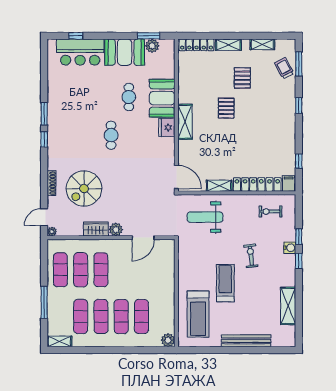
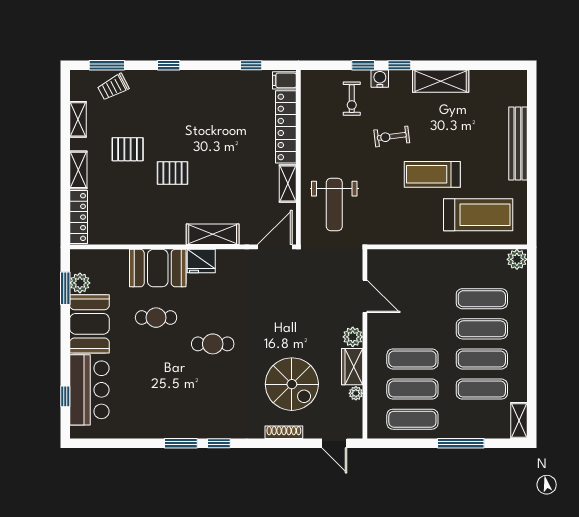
shelving: (185, 122) -> (213, 234), moved
exercise bike: (270, 212) -> (352, 99), moved
plant: (52, 232) -> (356, 393), moved
shelving: (288, 306) -> (441, 81), moved

